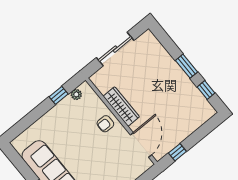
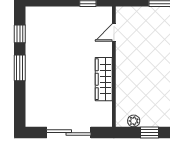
armchair: (105, 124) -> (129, 76), removed
door: (141, 145) -> (114, 33), width x0.53

